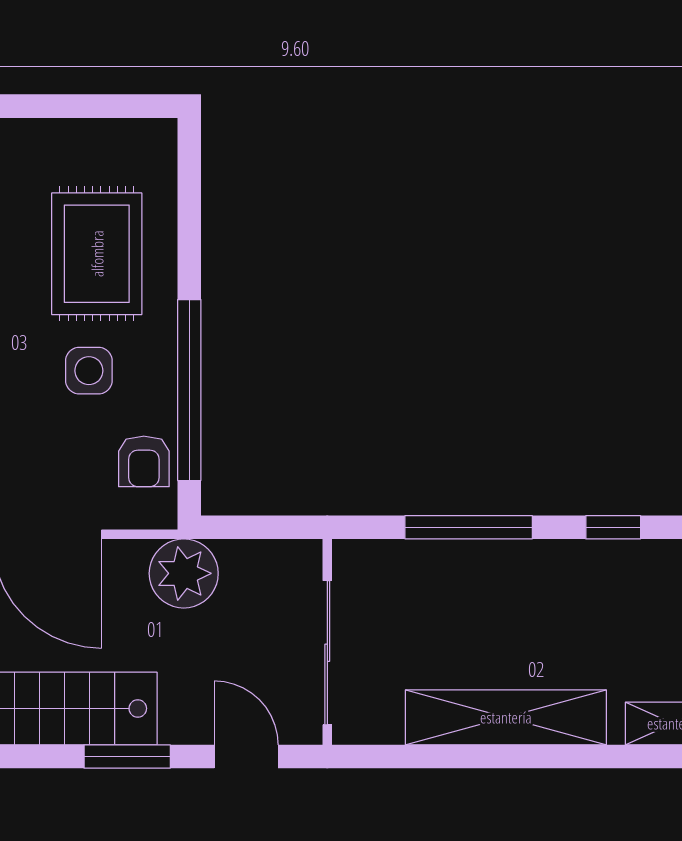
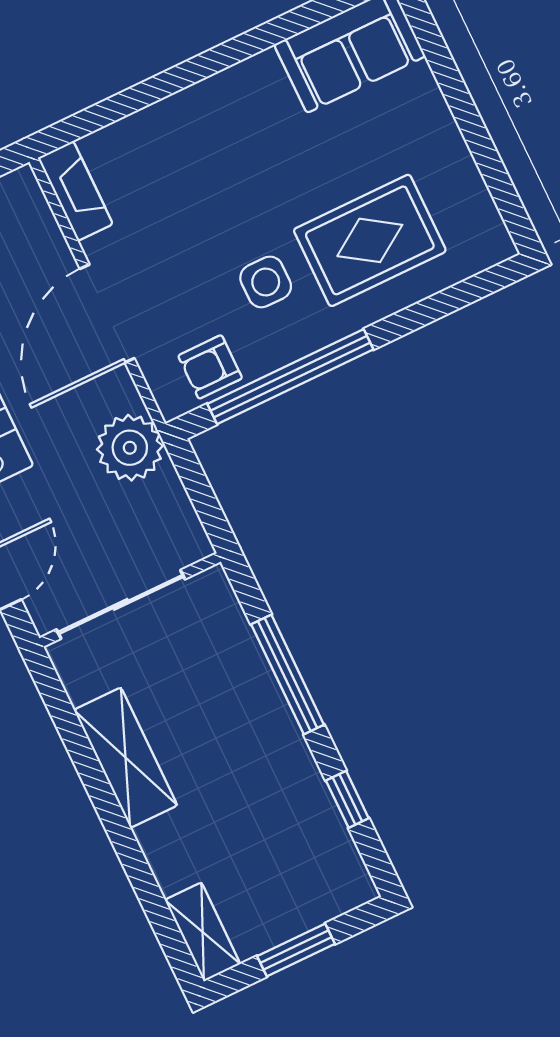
shelving: (506, 717) -> (126, 758), width x0.68

